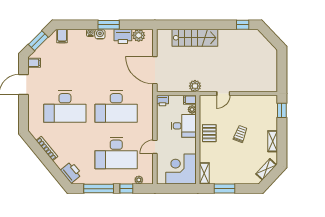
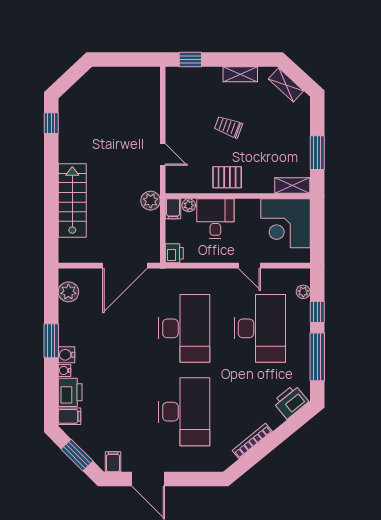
printer: (123, 36) -> (70, 392), moved

